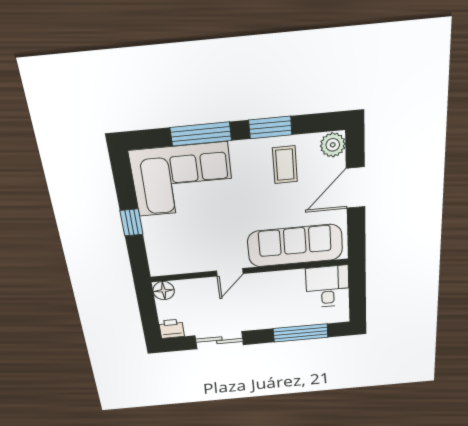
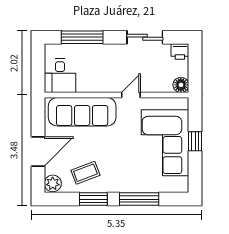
coffee table: (285, 165) -> (85, 173), turned 69
corner sofa: (182, 180) -> (165, 143), moved, turned -90

